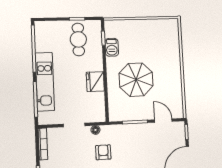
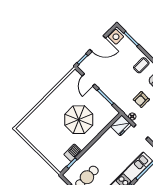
fridge: (95, 82) -> (121, 125), moved

